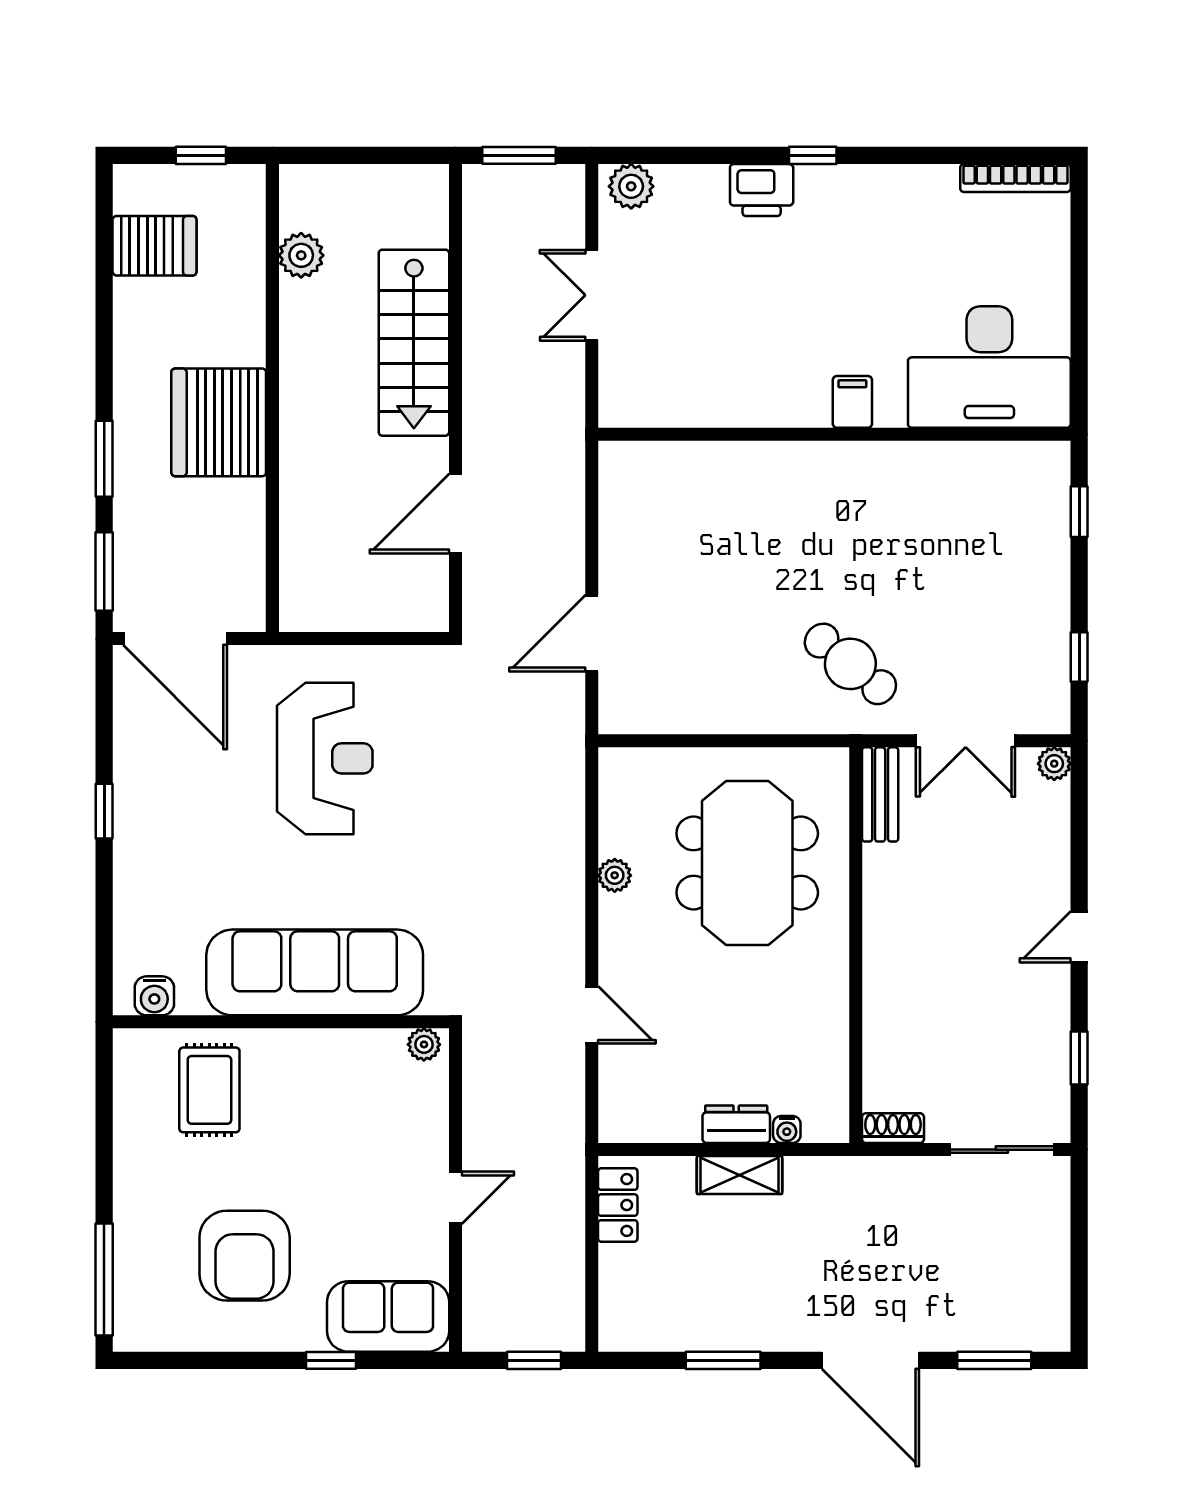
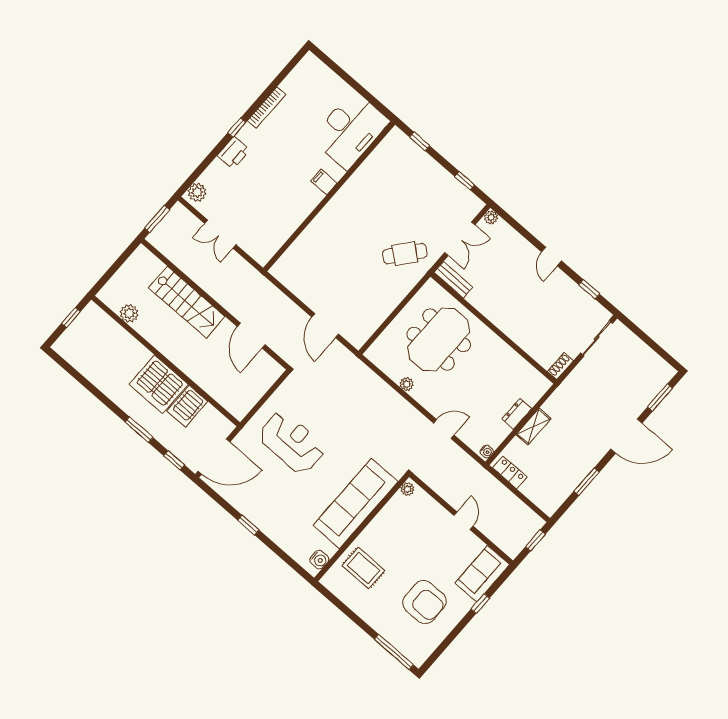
bookcase: (1015, 178) -> (266, 108), moved
server rack: (155, 246) -> (187, 406), moved, turned 180
window: (104, 572) -> (174, 460), width x0.67
meeting table: (747, 863) -> (439, 340), turned 90
water cooler: (787, 1129) -> (487, 451), moved

